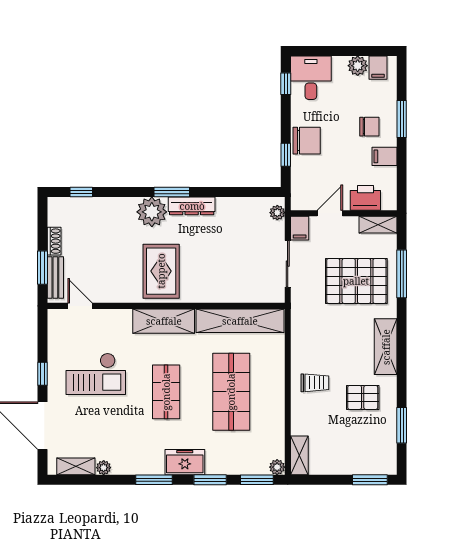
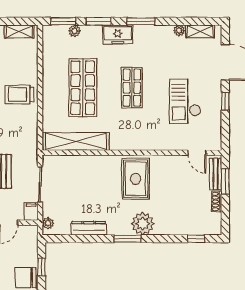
dresser: (192, 206) -> (89, 228), moved
shelving: (164, 321) -> (134, 141), removed
checkout: (96, 374) -> (185, 101), turned -90
trolley: (315, 383) -> (19, 95), width x1.36, depth x1.39
shelving: (299, 455) -> (19, 32), moved, turned 90
plant: (277, 467) -> (75, 31), moved

